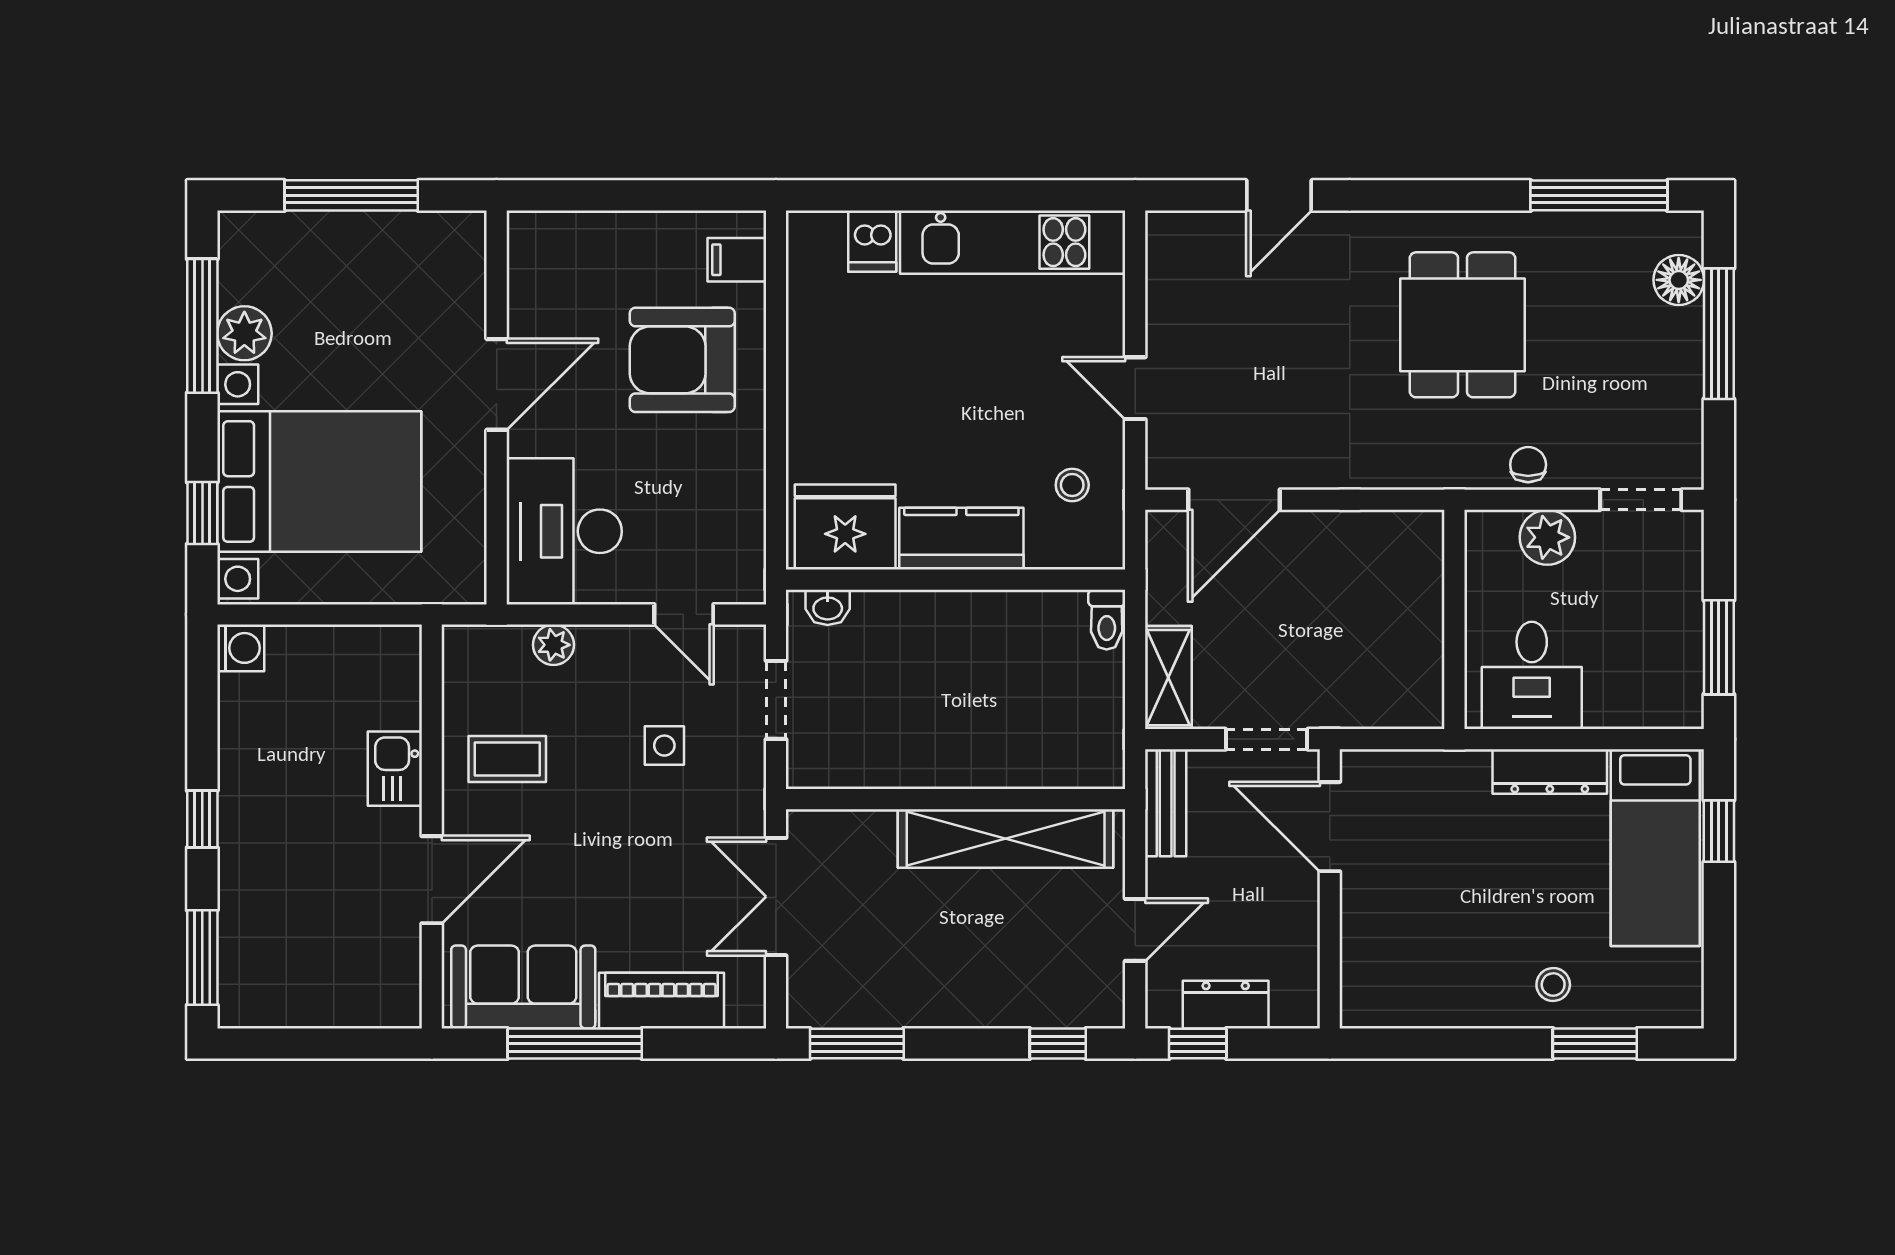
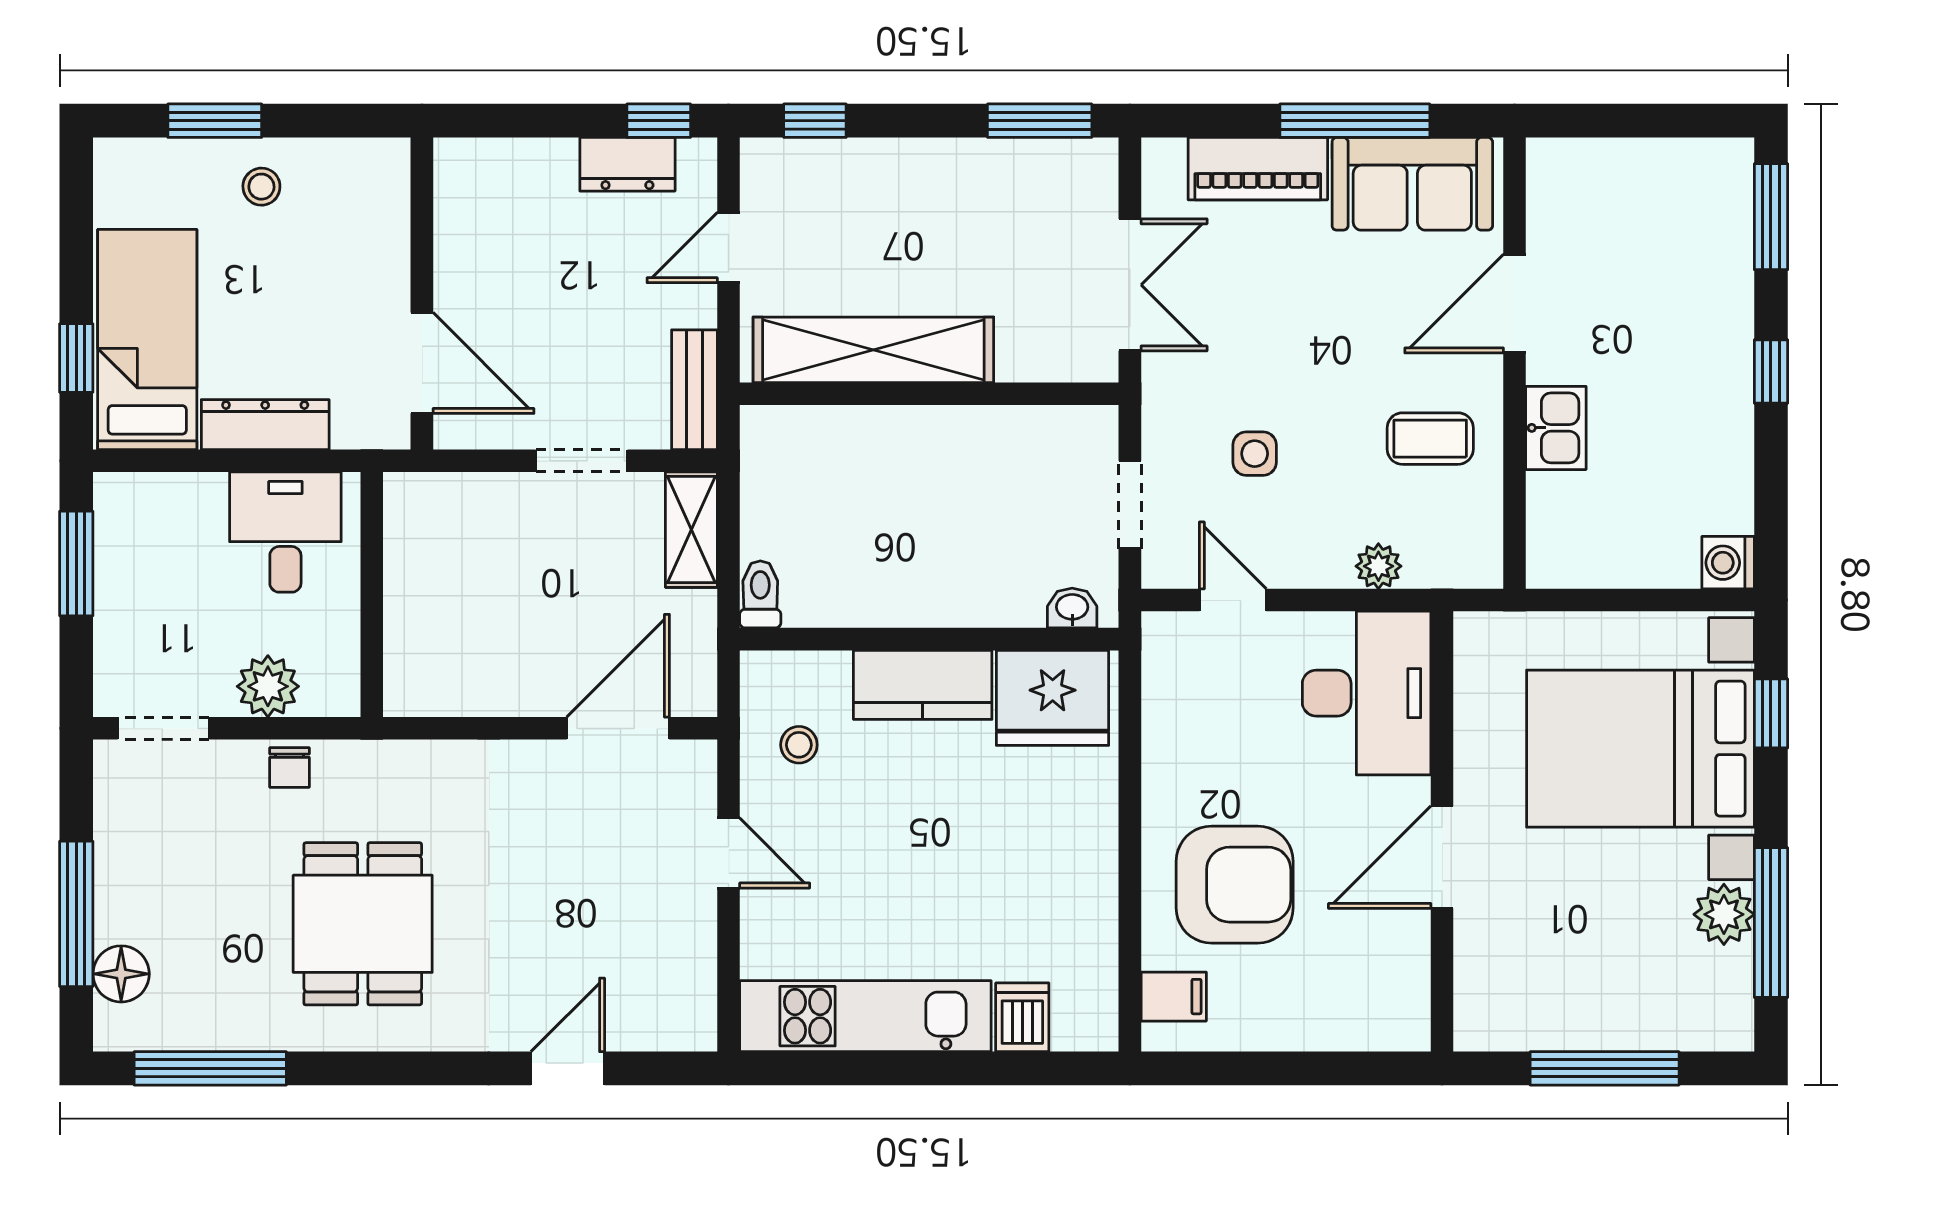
door: (1330, 827) -> (422, 363), moved
wall: (1330, 889) -> (422, 293), moved

